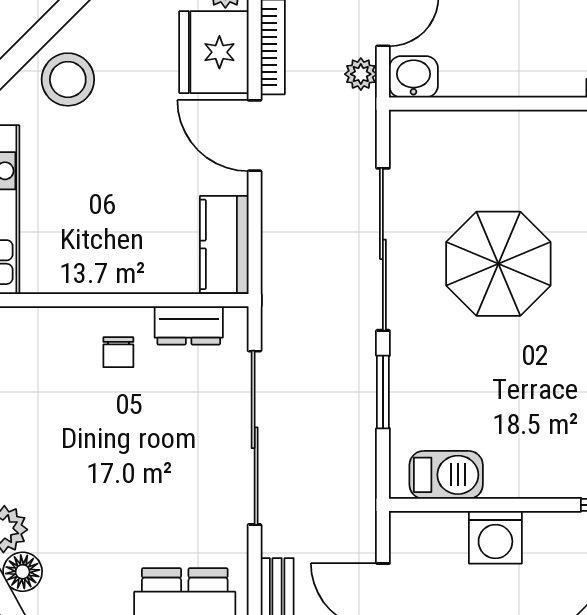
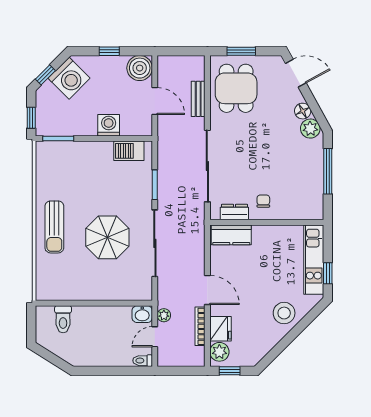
fridge: (214, 52) -> (221, 329), width x0.73, depth x0.75
kitchen counter: (224, 244) -> (231, 235), moved, turned 90

